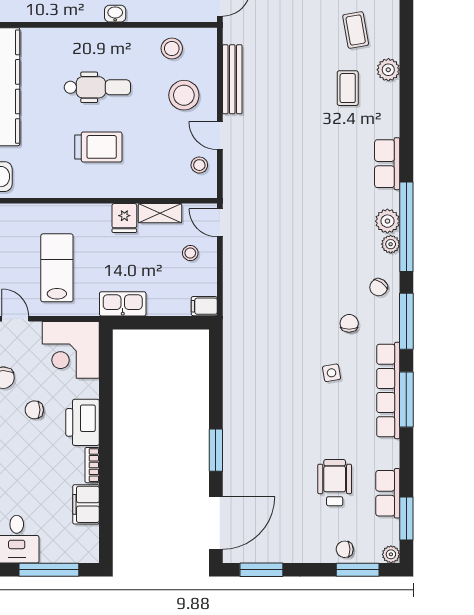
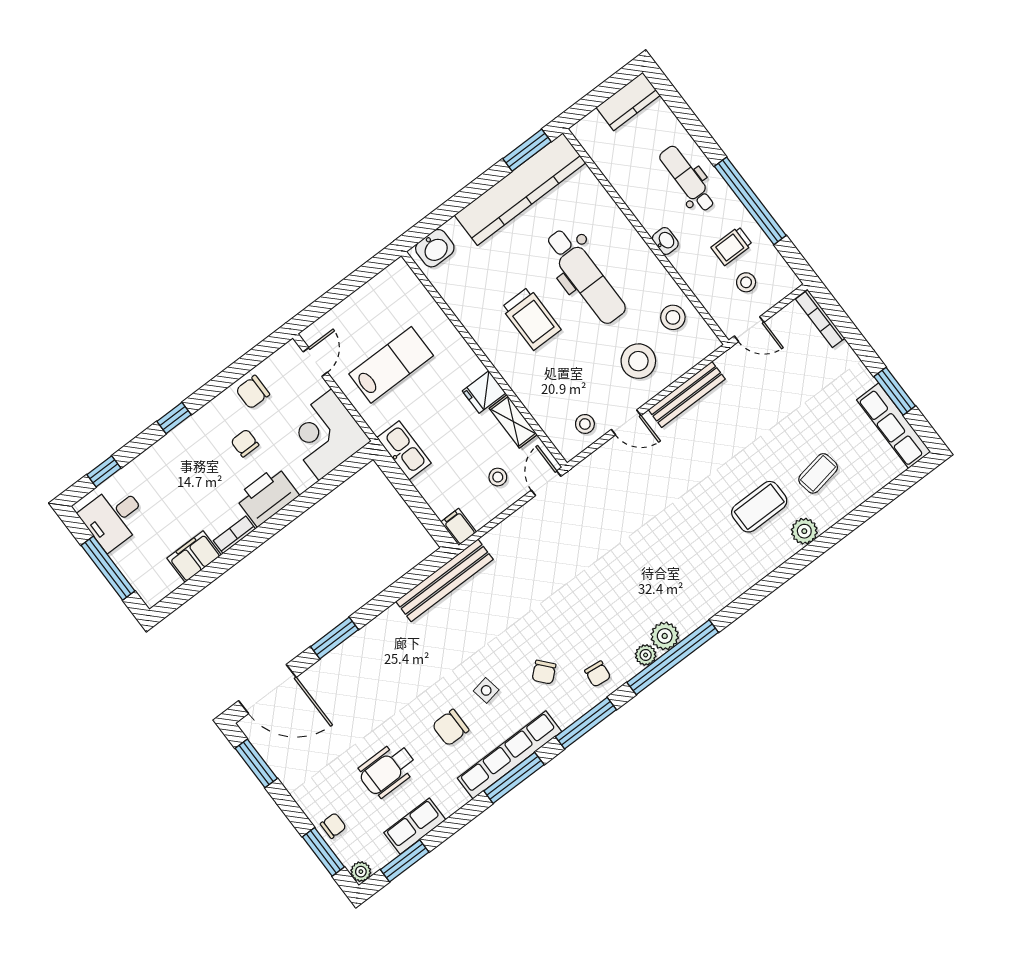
dental chair: (97, 87) -> (585, 276), width x1.36, depth x1.38
coffee table: (348, 88) -> (759, 507), width x1.36, depth x1.30
door: (220, 136) -> (626, 422), swing flipped
row of seats: (387, 164) -> (717, 596), removed
chair: (379, 287) -> (598, 674), turned -118
chair: (349, 323) -> (544, 672), turned 139
bench: (234, 344) -> (444, 580), added
chair: (338, 417) -> (451, 728), added
wheelchair: (335, 483) -> (387, 770), turned 180
chair: (345, 549) -> (333, 826), turned 91

